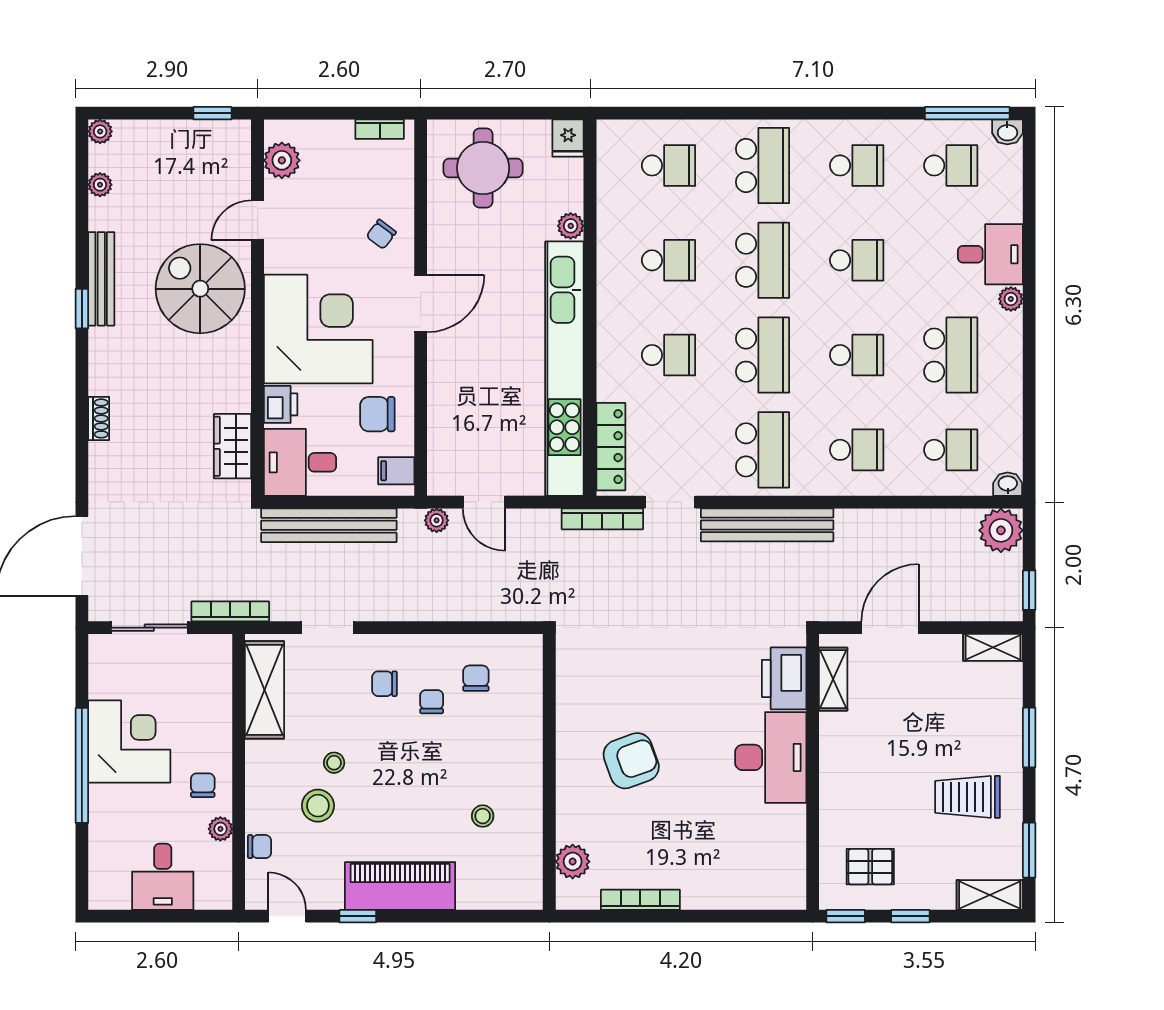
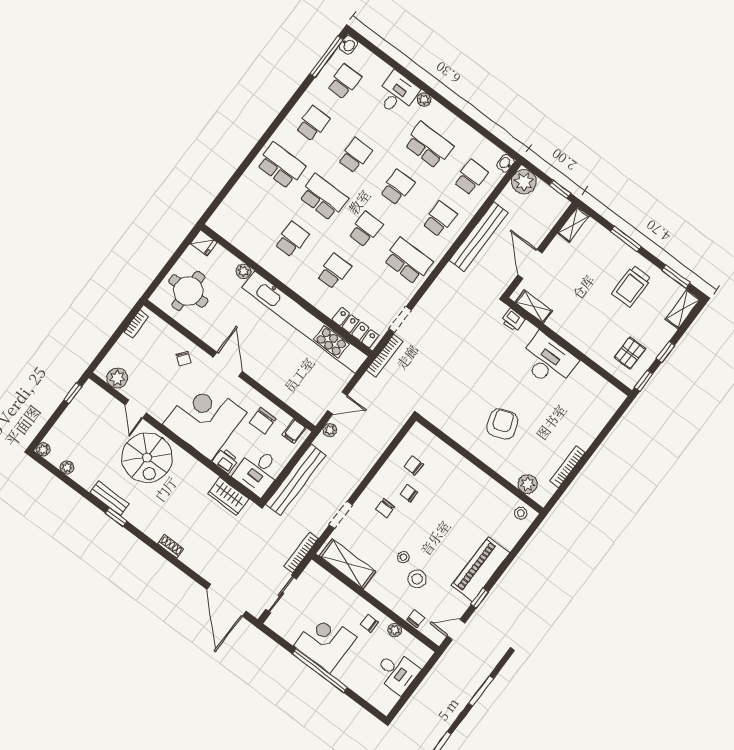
school desk: (668, 165) -> (249, 207), removed
bench: (101, 279) -> (109, 498), width x0.73
spiral stairs: (200, 289) -> (147, 458), turned -90
school desk: (763, 355) -> (366, 229), width x0.54
bench: (767, 525) -> (479, 237), moved
printer: (784, 678) -> (513, 320), width x0.53, depth x0.68
stool: (483, 816) -> (521, 513), moved

